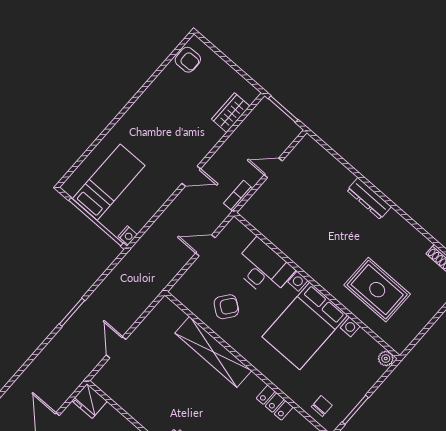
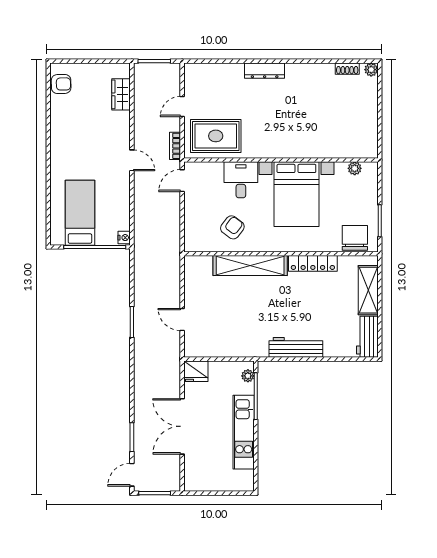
door: (191, 176) -> (132, 160), hinge flipped
door: (205, 245) -> (182, 181), moved
desk: (263, 268) -> (241, 180), width x0.73
rug: (377, 290) -> (216, 136), moved
plant: (386, 359) -> (355, 168), moved
locker: (275, 403) -> (313, 263), width x1.53
chair: (322, 406) -> (355, 238), width x1.87, depth x1.87

